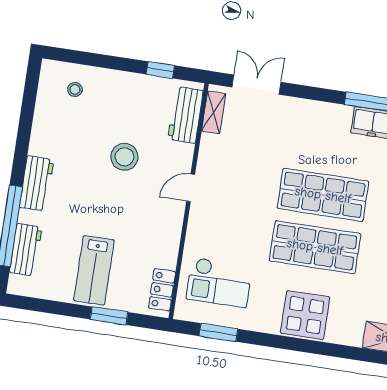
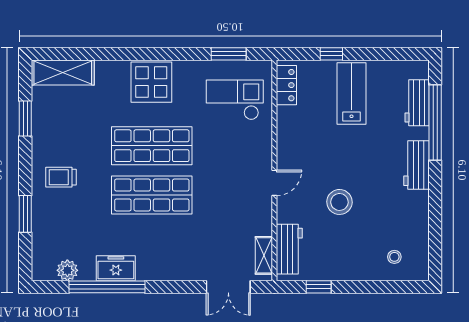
window: (109, 316) -> (331, 54), width x0.67

